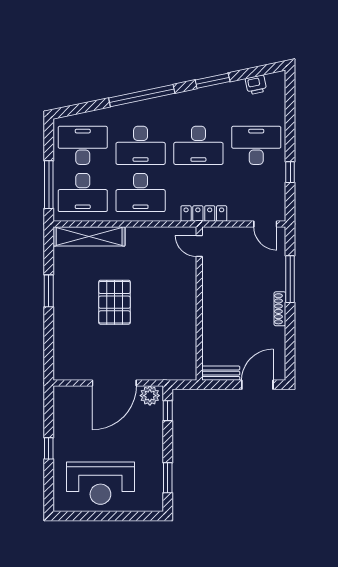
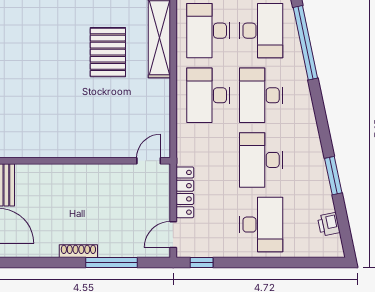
window: (142, 96) -> (305, 43), moved
window: (290, 172) -> (202, 262), moved
locker: (204, 214) -> (185, 192), moved
pallet: (114, 302) -> (108, 52), moved, turned 90

